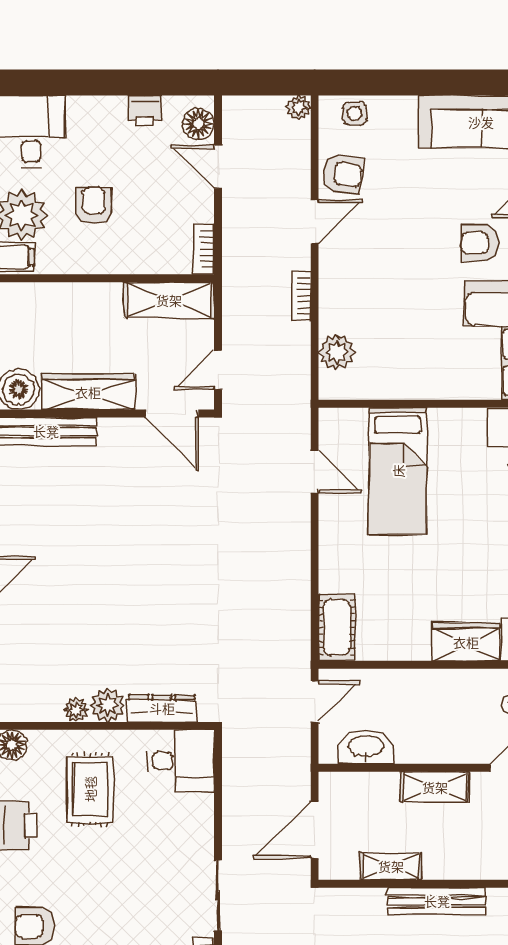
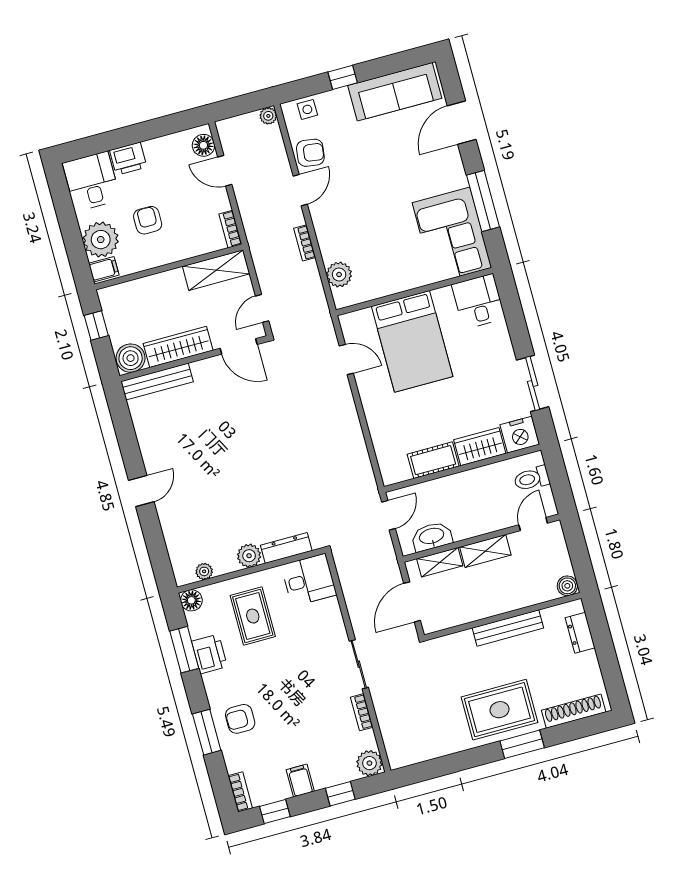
window: (415, 82) -> (343, 77), added
printer: (145, 110) -> (128, 159), moved, width x1.36, depth x1.24
armchair: (480, 243) -> (416, 174), removed
bed: (398, 471) -> (412, 341), width x1.50
cot: (337, 627) -> (433, 460), moved, turned 90
plant: (76, 710) -> (204, 571), moved
shelving: (391, 866) -> (440, 562), moved

